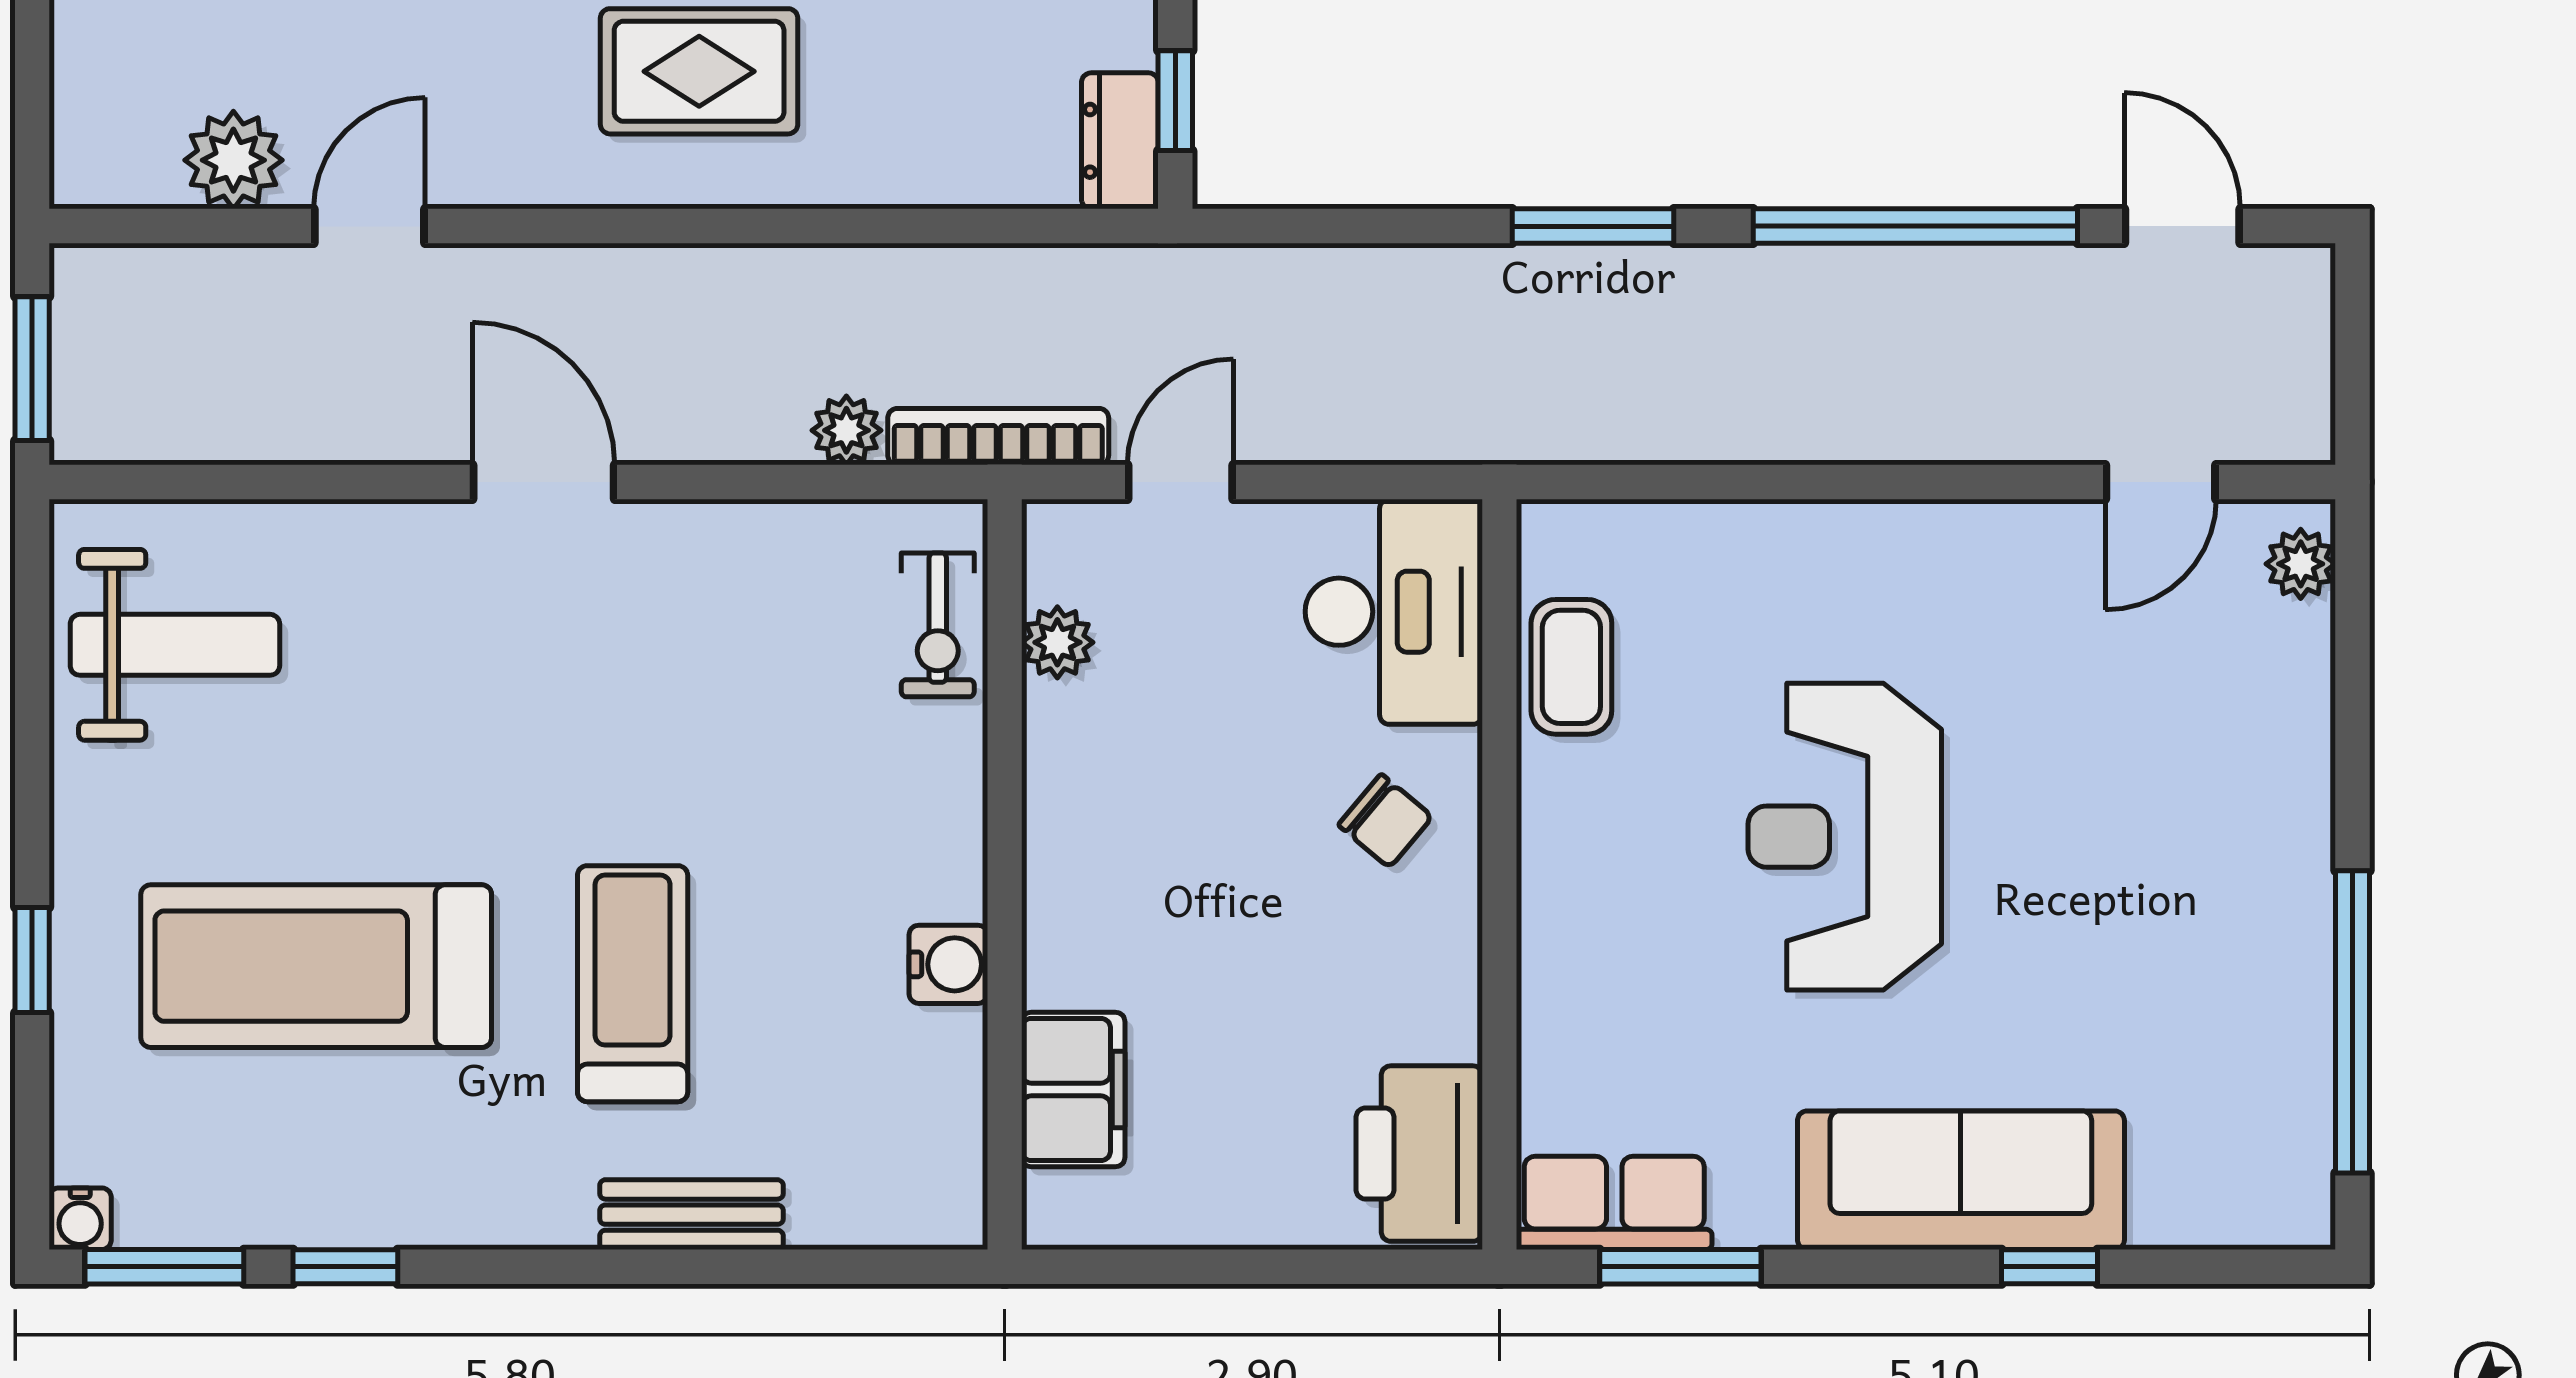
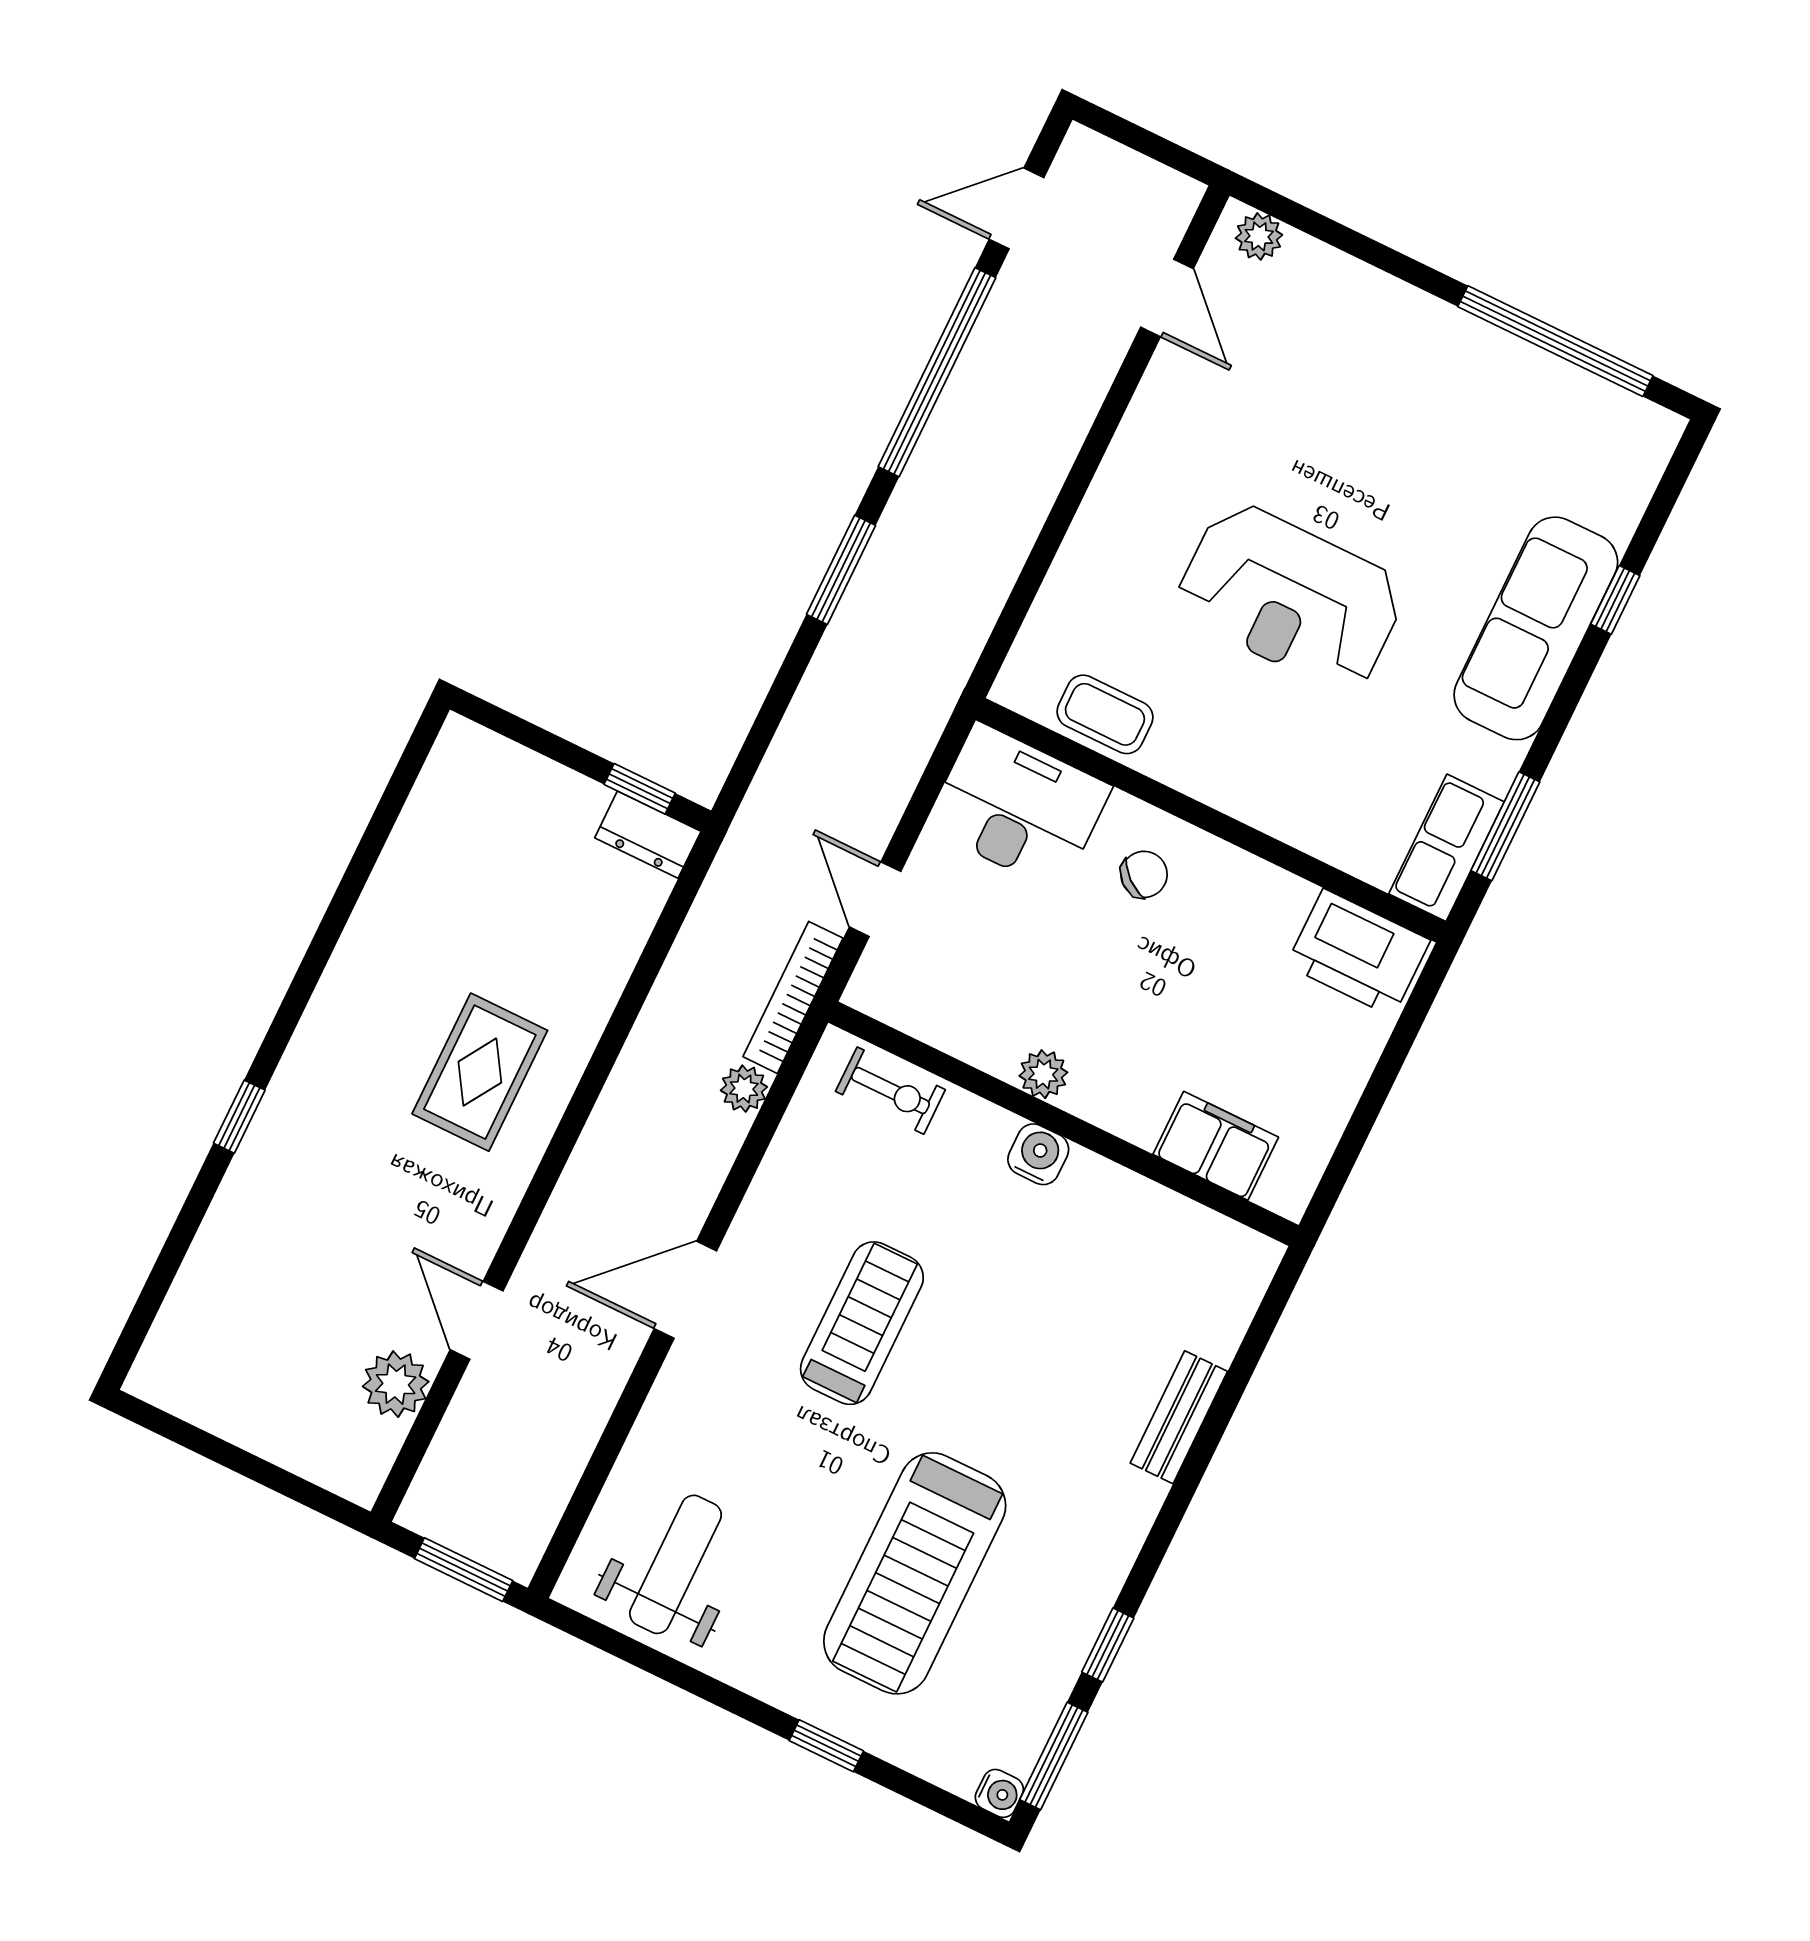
plant: (1057, 642) -> (1043, 1074), moved
water cooler: (948, 964) -> (1038, 1154), moved
treadmill: (633, 984) -> (862, 1323), moved, turned 90

